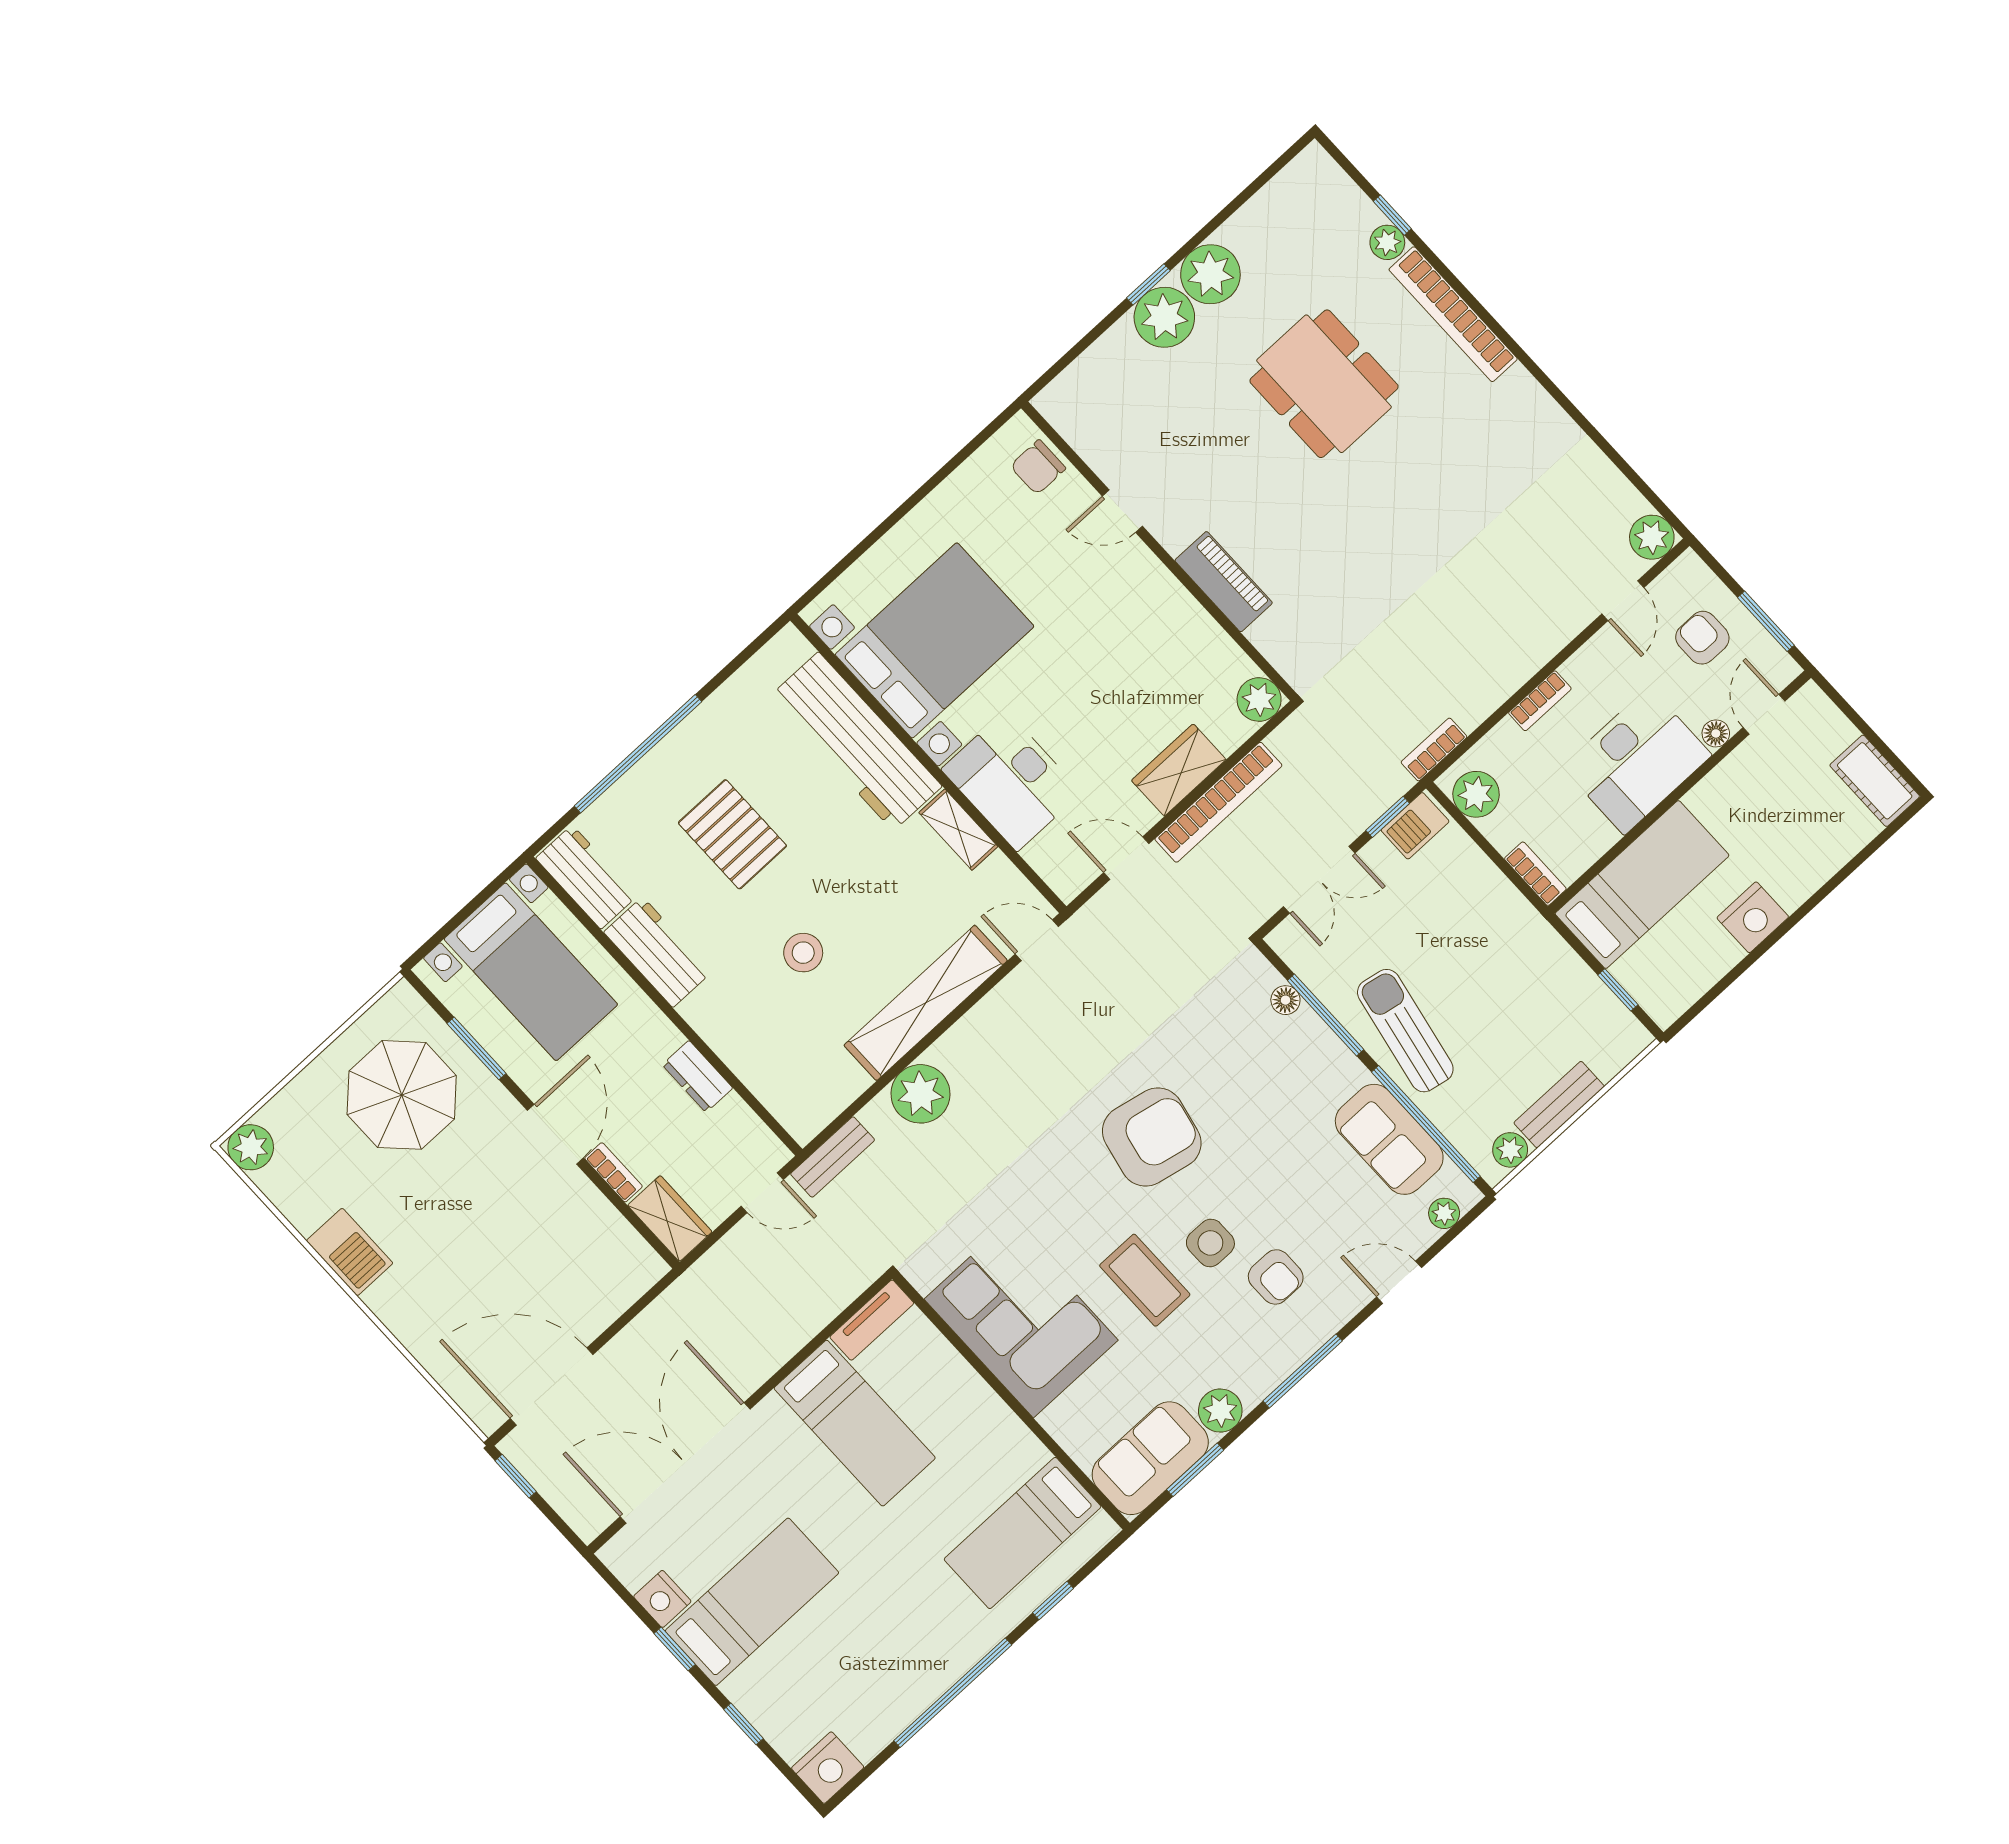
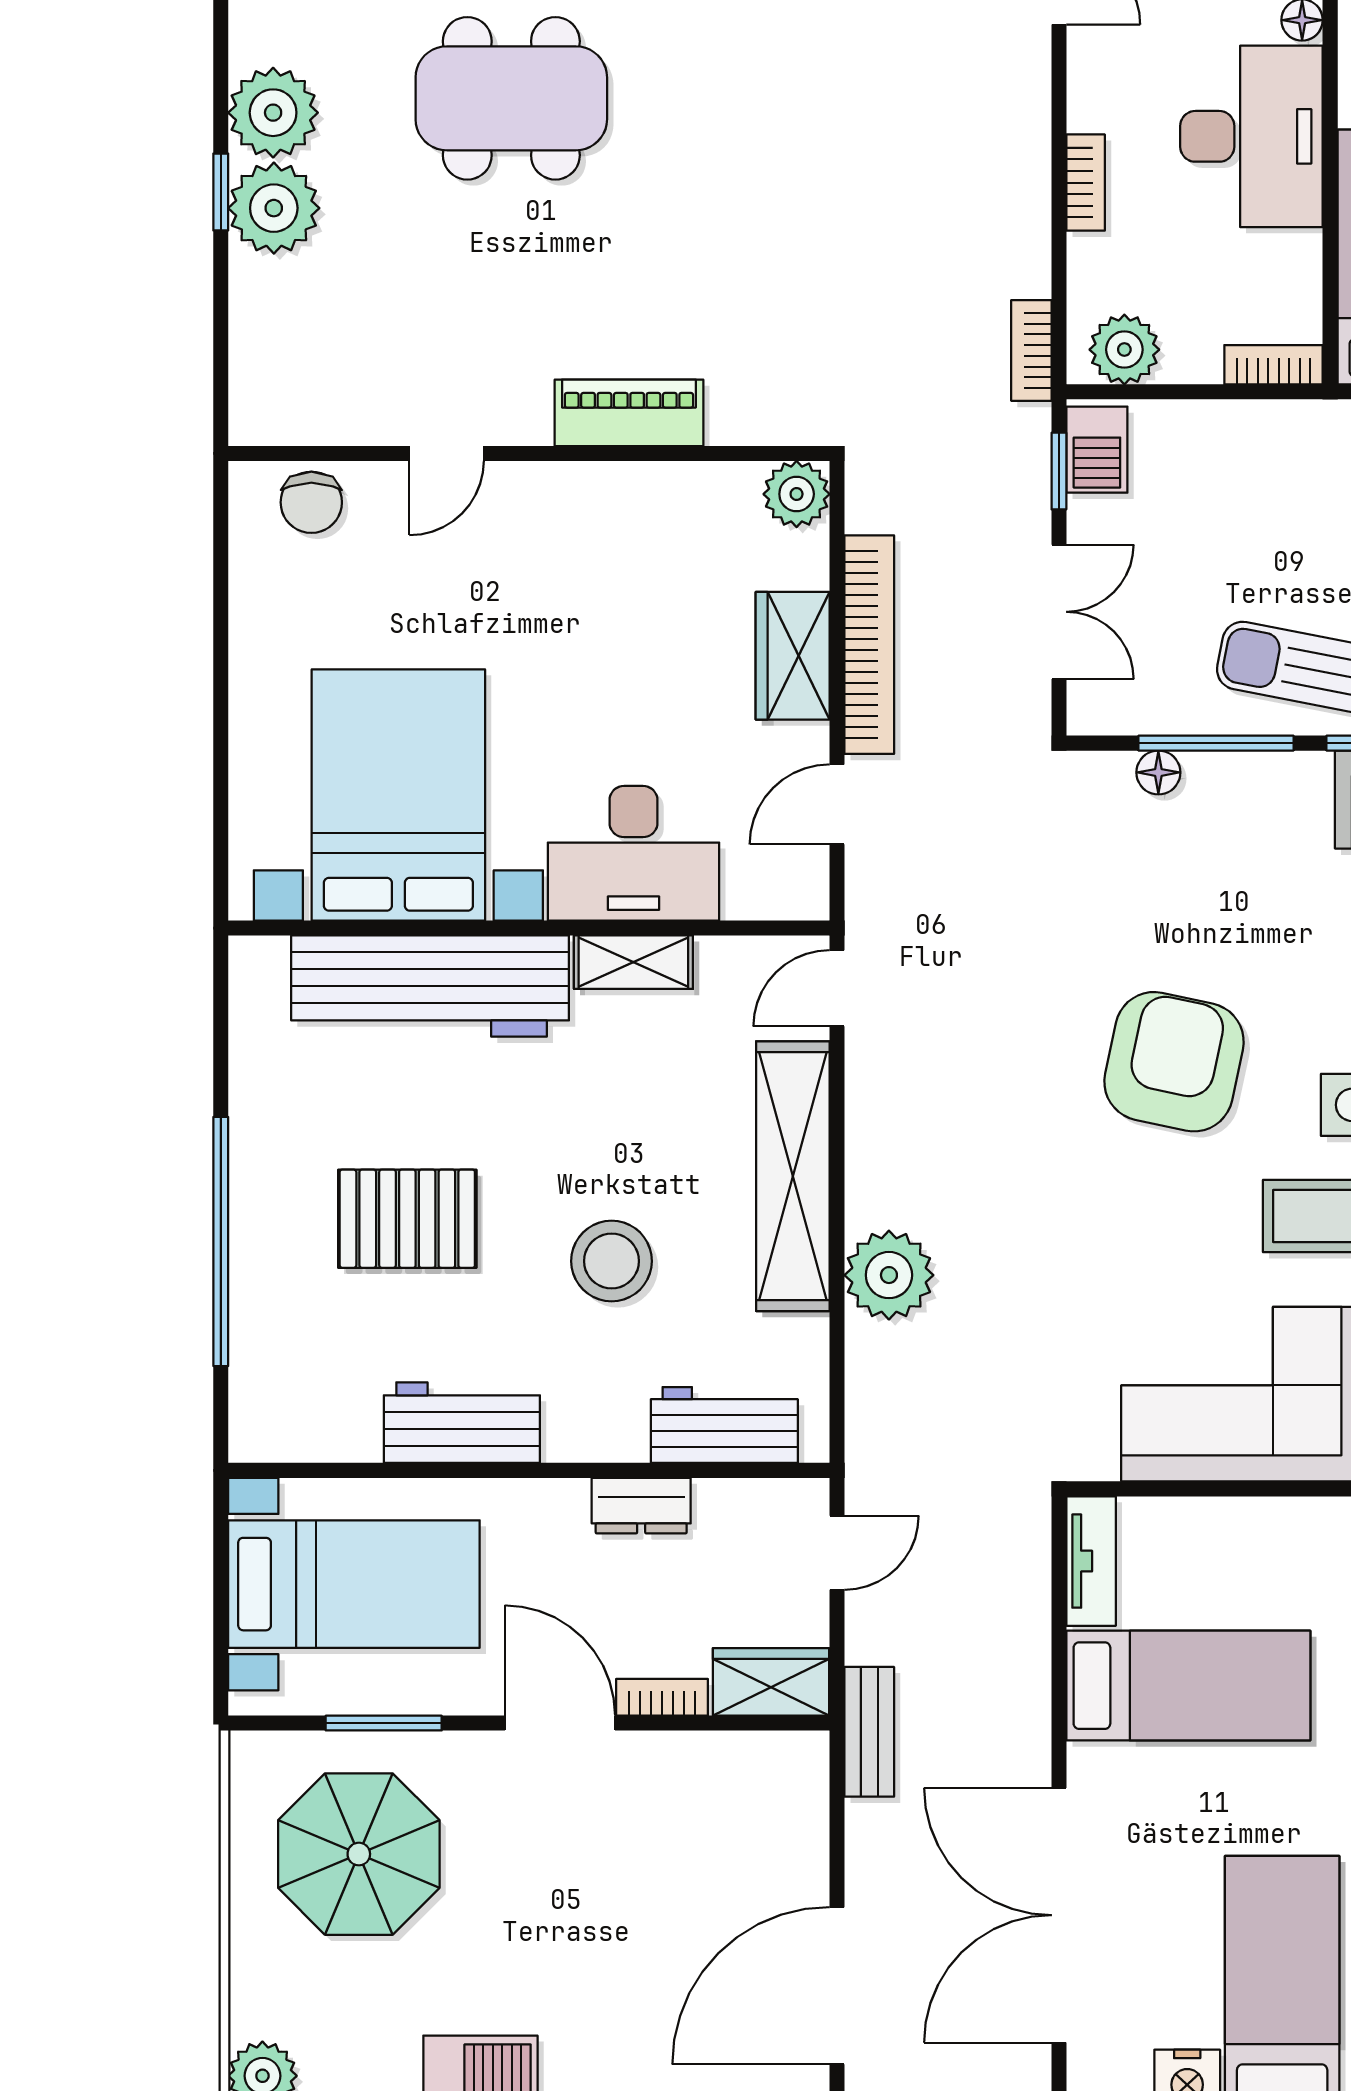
workbench: (586, 877) -> (724, 1425), moved
stool: (803, 953) -> (612, 1261), width x1.38, depth x1.38
bench: (833, 1157) -> (869, 1732), moved

